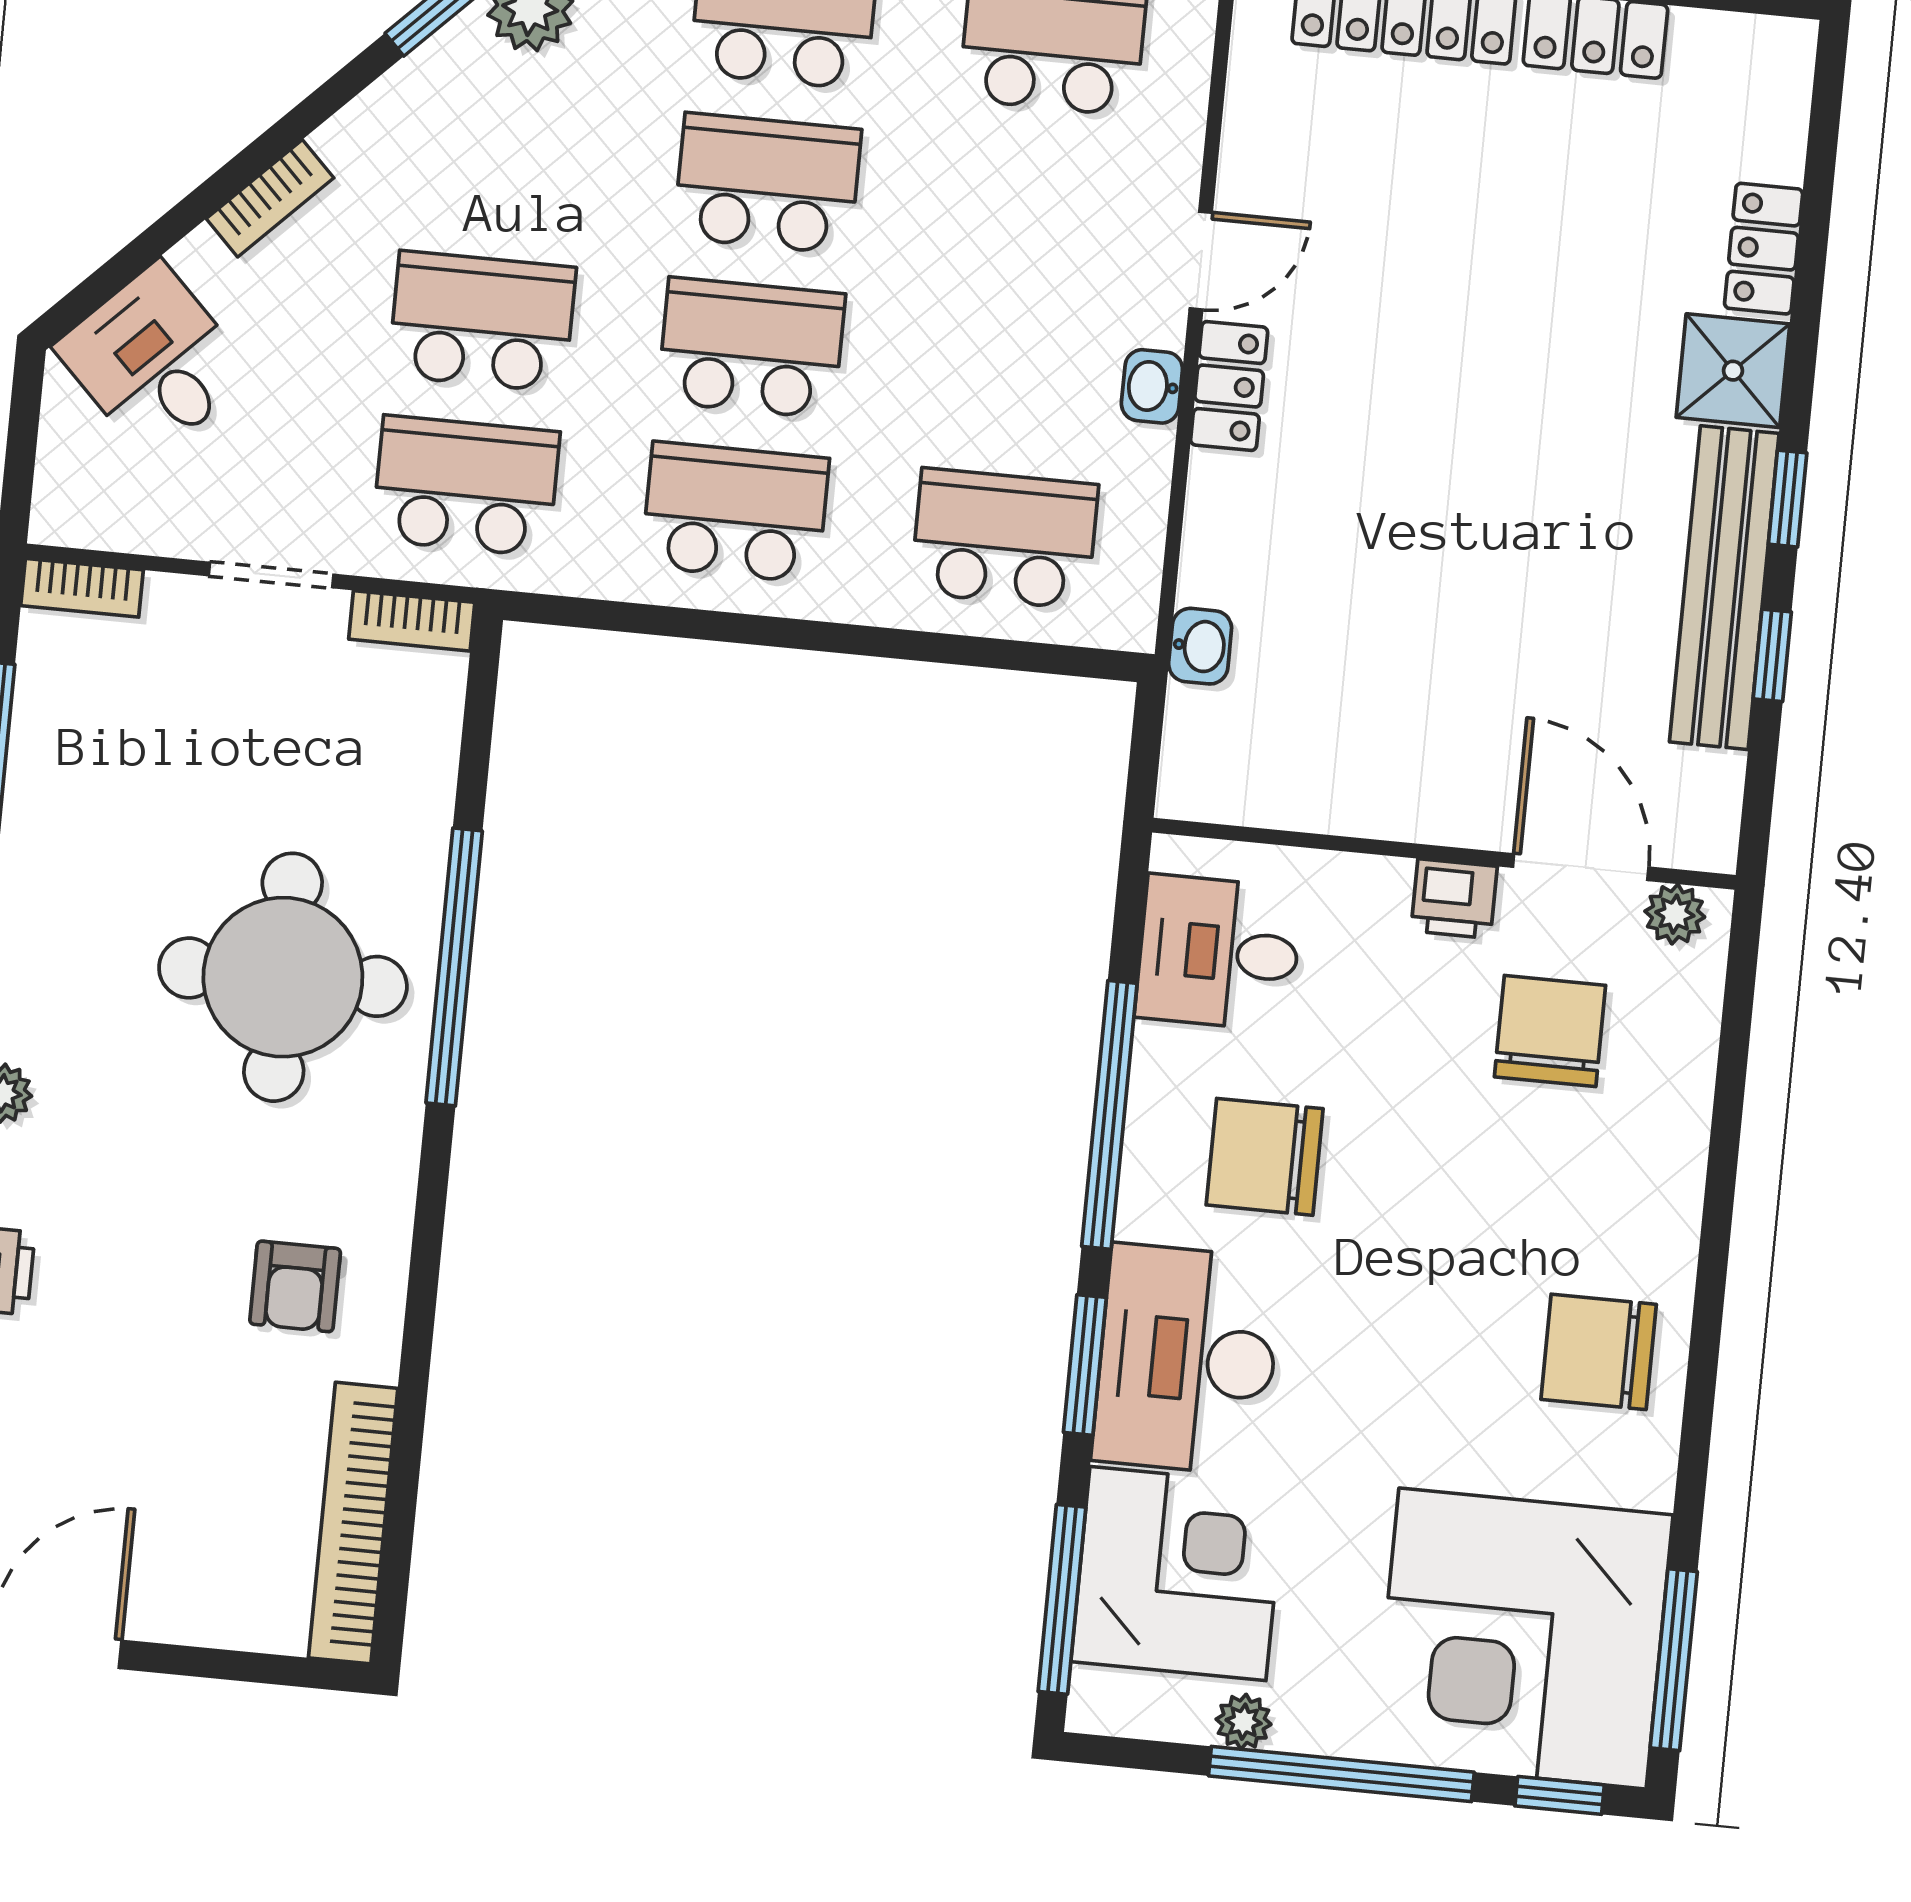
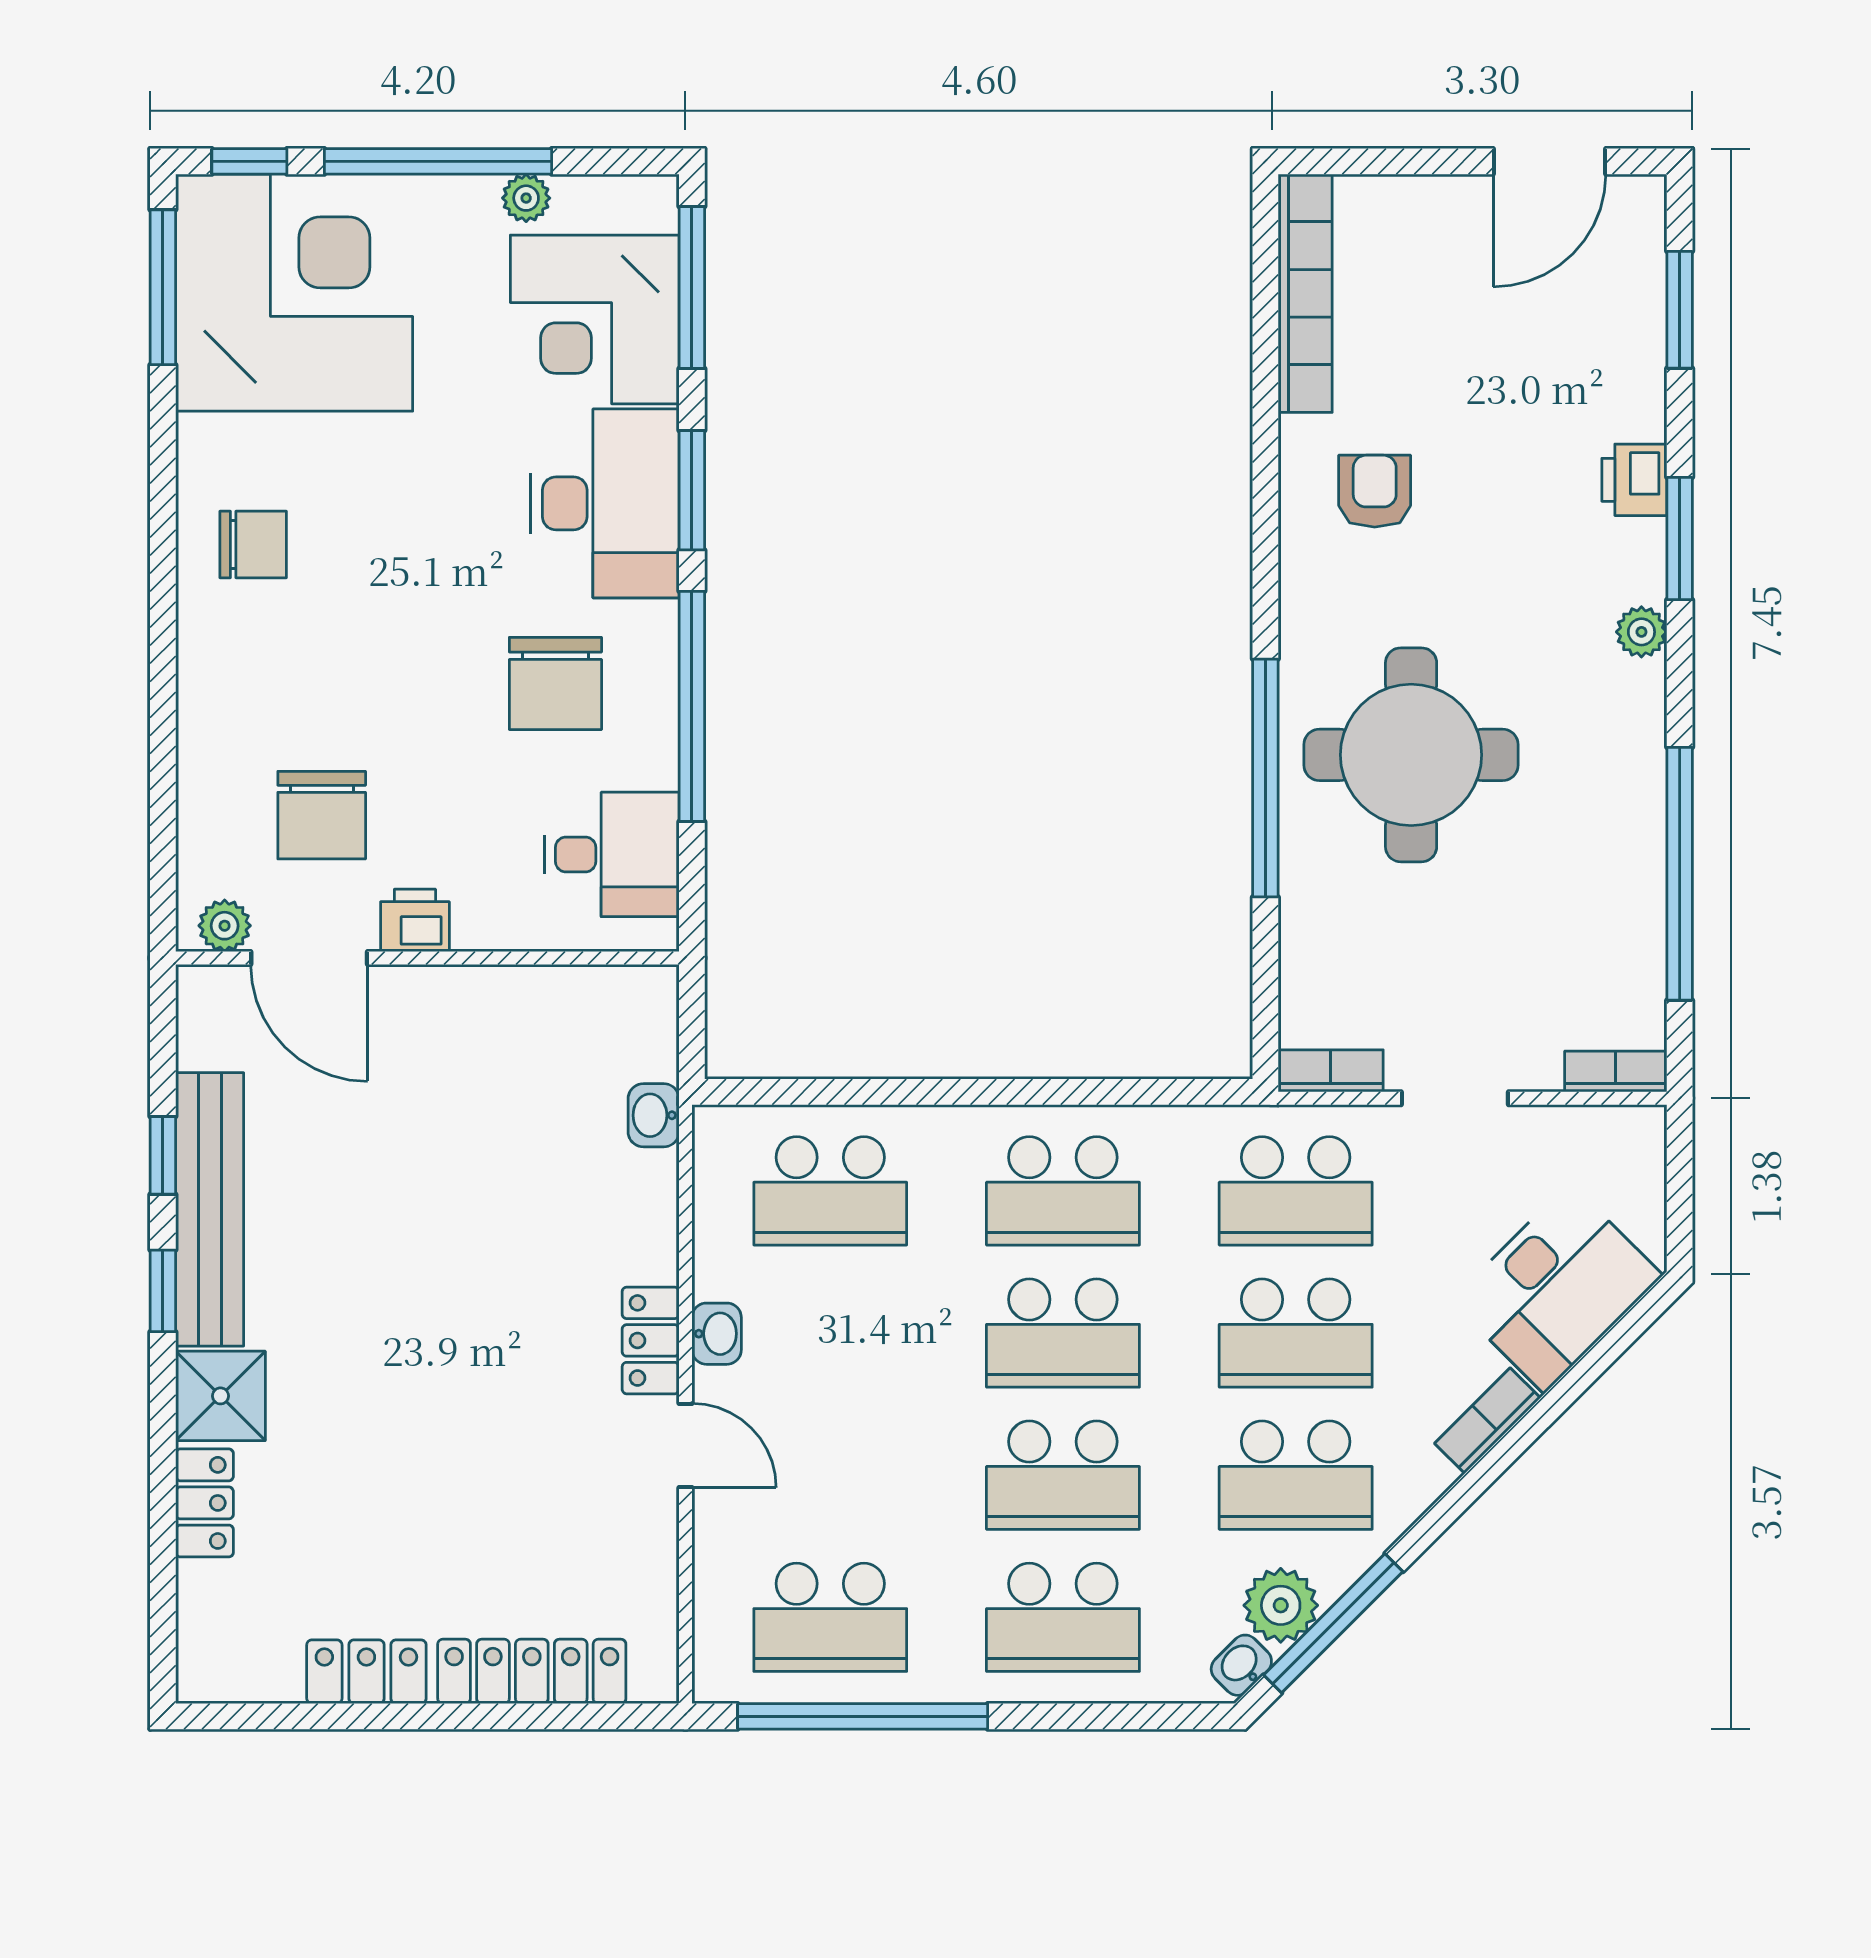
school desk: (498, 157) -> (1296, 1475), added
door: (1201, 261) -> (685, 1446), swing flipped
desk: (154, 361) -> (1557, 1288), width x1.37
chair: (1265, 1157) -> (555, 683), turned 90
chair: (1599, 1352) -> (253, 545), width x0.73, depth x0.73

